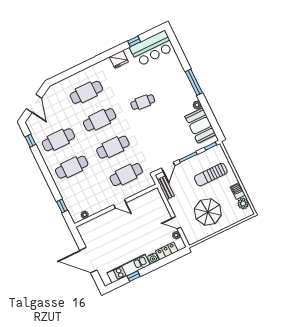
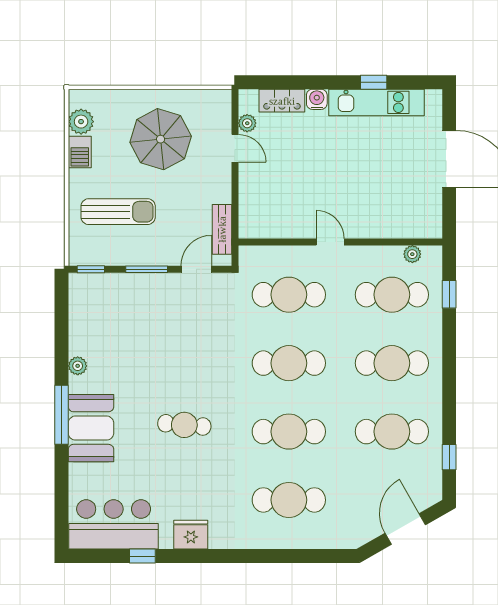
booth: (200, 126) -> (91, 428), moved
cafe table: (85, 195) -> (392, 295), added

